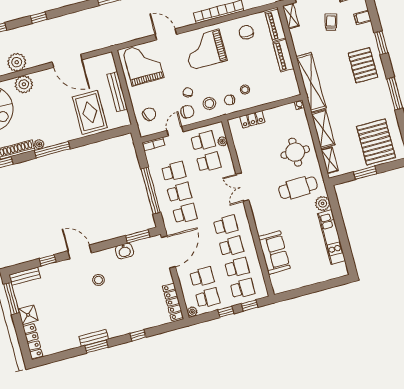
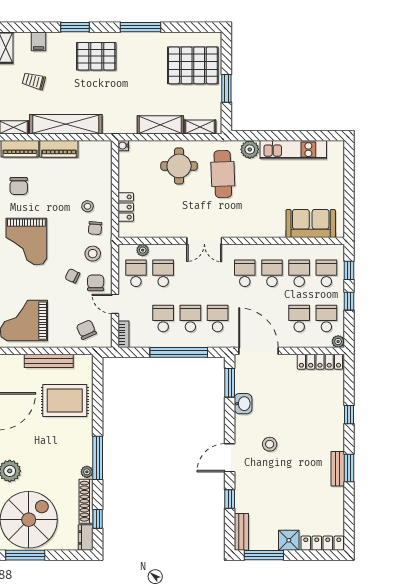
chair: (246, 32) -> (19, 186), turned -90
shelving: (311, 82) -> (66, 124), moved
sofa: (274, 253) -> (311, 224), moved

